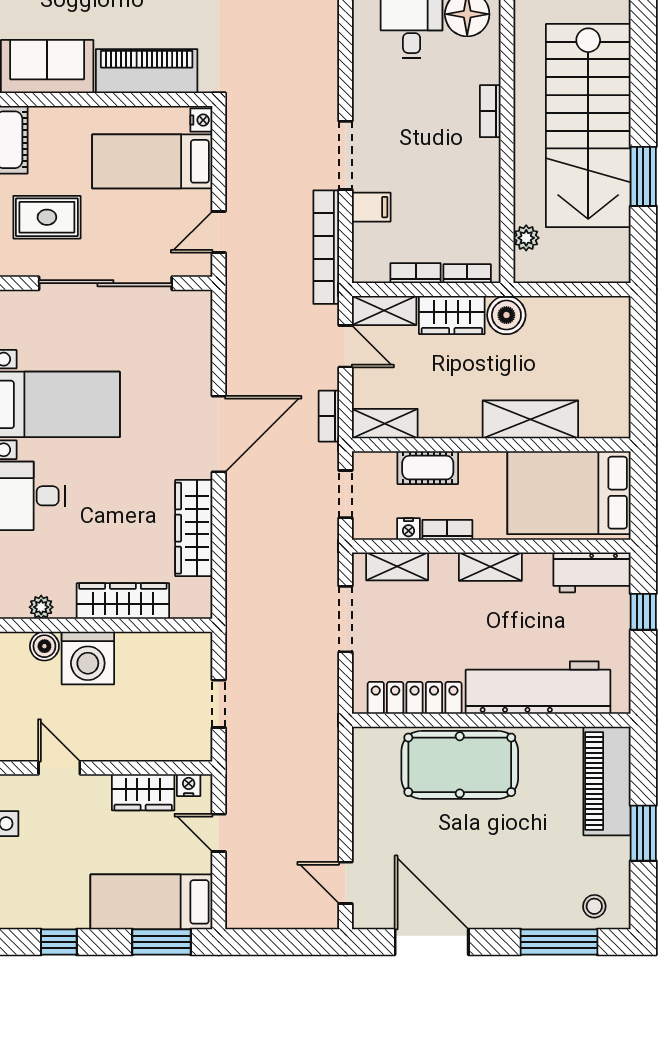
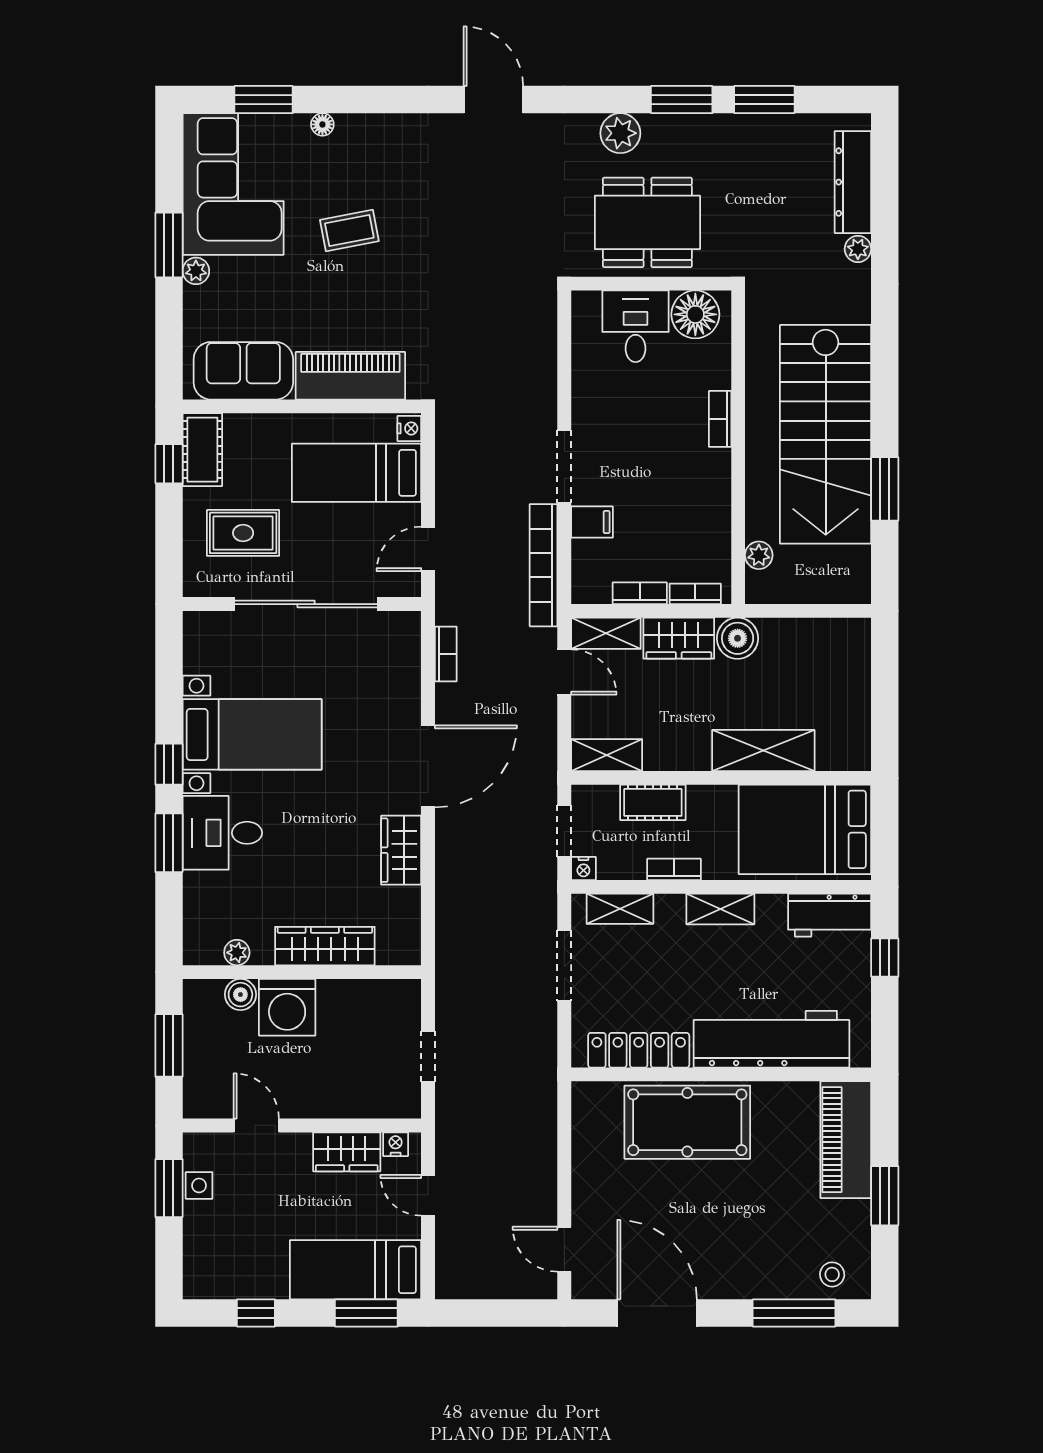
bookcase: (329, 416) -> (446, 654), moved, turned 180
wardrobe: (194, 528) -> (401, 850), width x0.67
nightstand: (408, 529) -> (583, 868), moved

